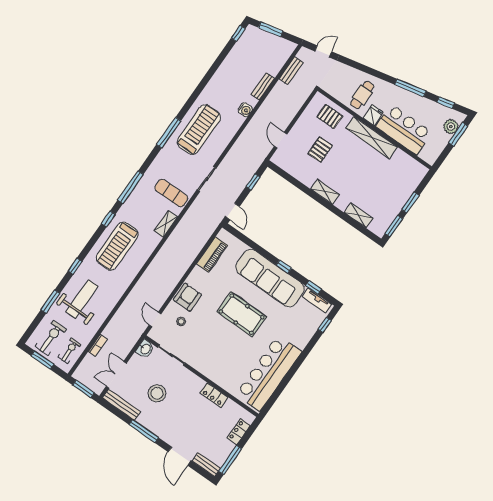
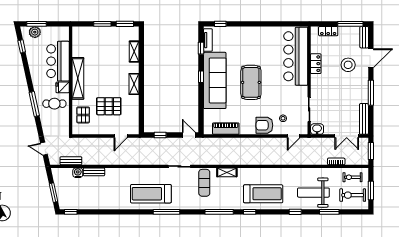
window: (410, 88) -> (34, 104), moved
water cooler: (245, 110) -> (78, 173), moved
pallet: (320, 150) -> (109, 106), width x1.50, depth x1.42
door: (232, 212) -> (189, 135), hinge flipped
bar counter: (269, 373) -> (296, 56), moved, turned 90
stool: (157, 393) -> (348, 65), moved

